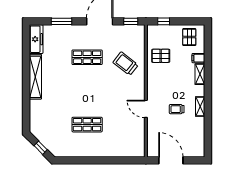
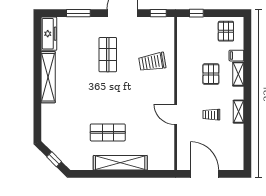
pallet: (161, 56) -> (211, 74), moved, turned 90
shop shelf: (87, 57) -> (108, 55), turned 90
trolley: (126, 64) -> (152, 62), turned -48
shelving: (98, 151) -> (120, 163), added

